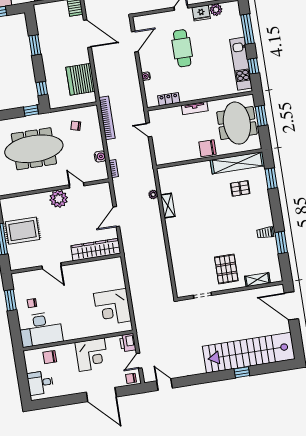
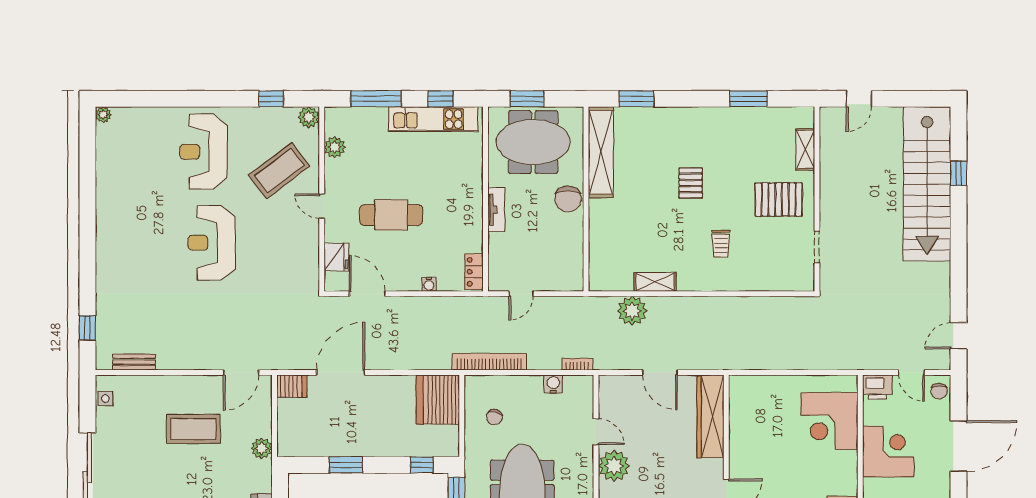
fridge: (201, 13) -> (336, 257), moved
server rack: (80, 79) -> (438, 400), moved, turned 90
locker: (169, 99) -> (474, 272), moved
door: (77, 185) -> (596, 432), swing flipped
pallet: (240, 188) -> (691, 183), moved
plant: (153, 195) -> (632, 311), width x1.88, depth x1.88
trolley: (265, 233) -> (721, 244), moved
door: (291, 306) -> (859, 99), width x0.53
corner desk: (112, 307) -> (829, 421), moved, turned 90
window: (242, 372) -> (959, 173), moved

